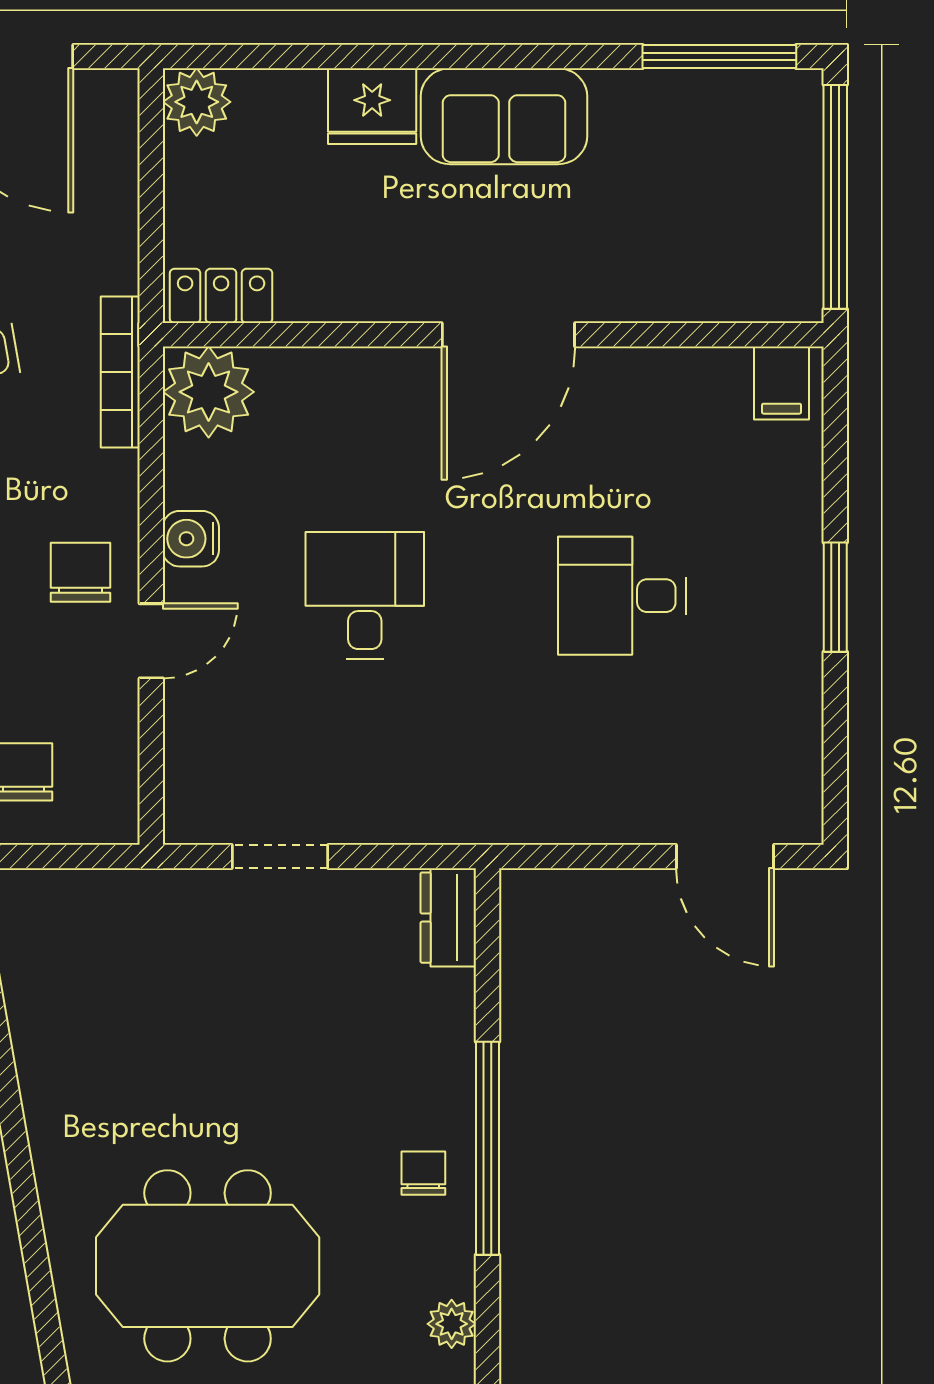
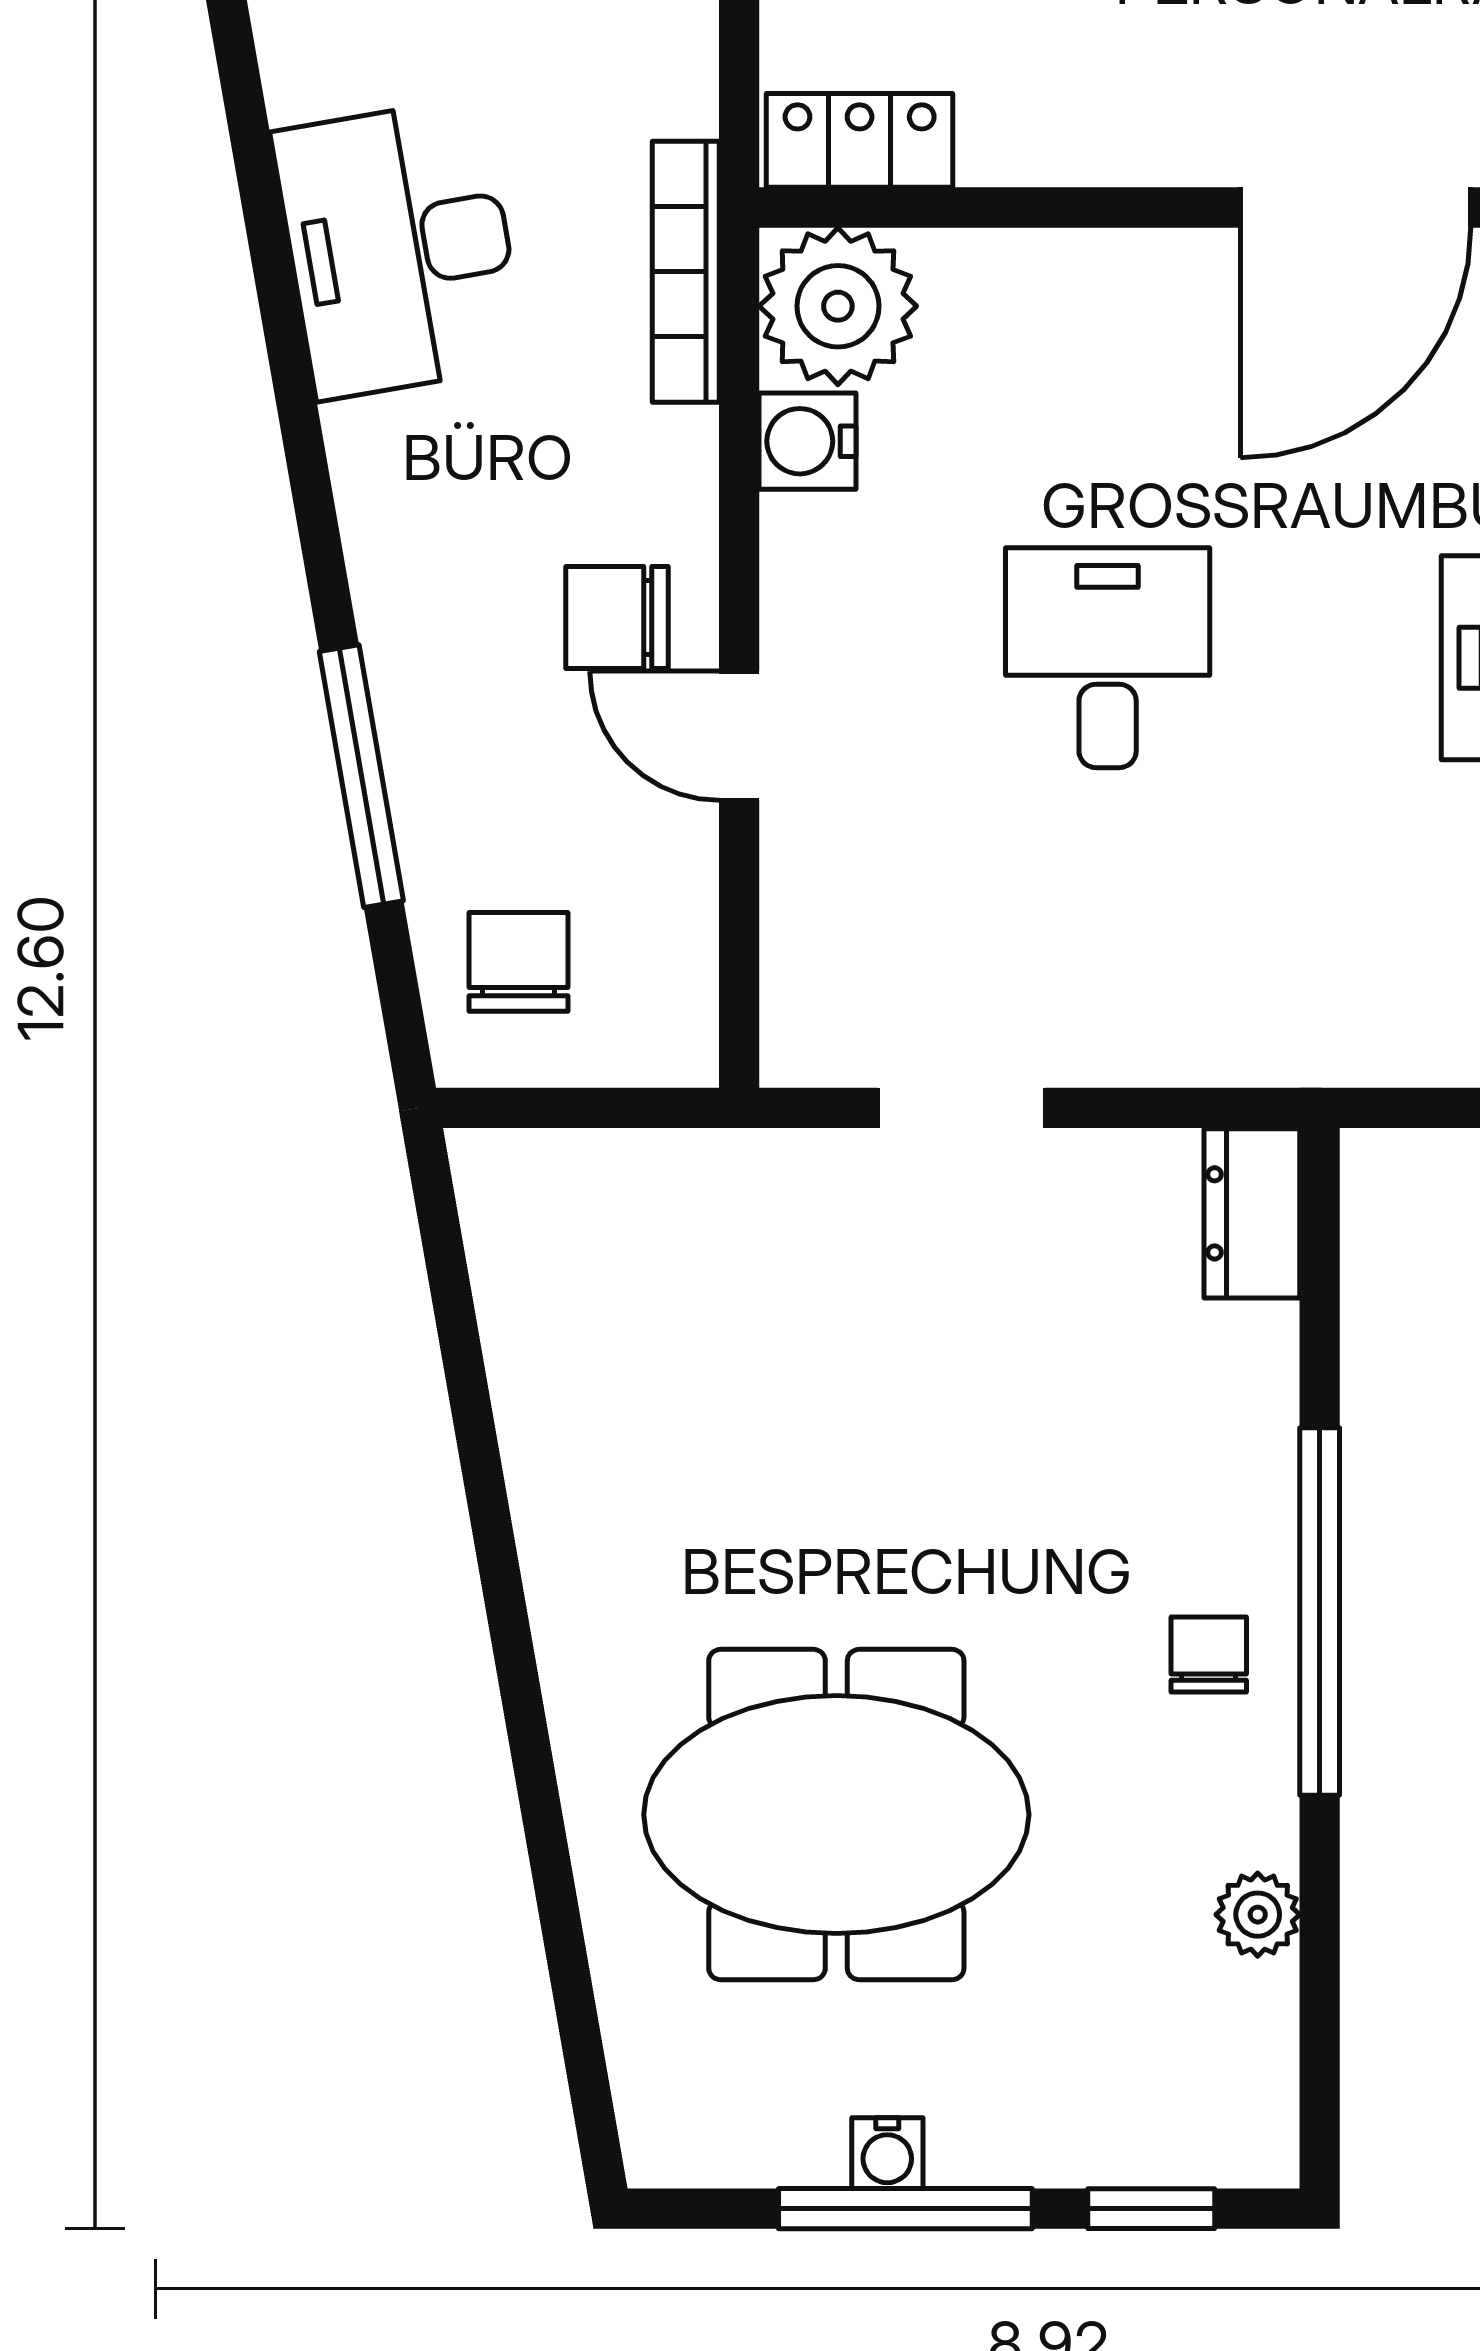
water cooler: (191, 539) -> (807, 441), moved
chair: (80, 572) -> (617, 618), turned -90
door: (151, 641) -> (739, 736), swing flipped

